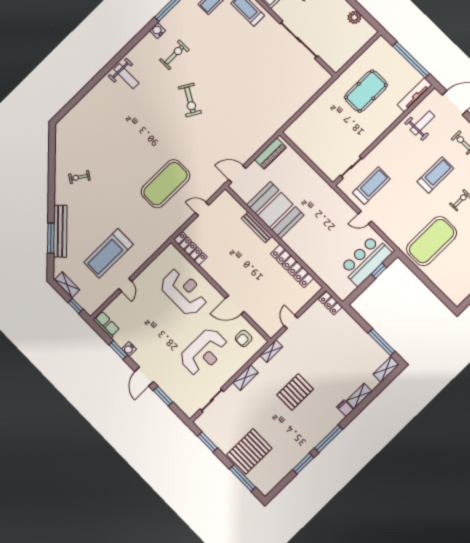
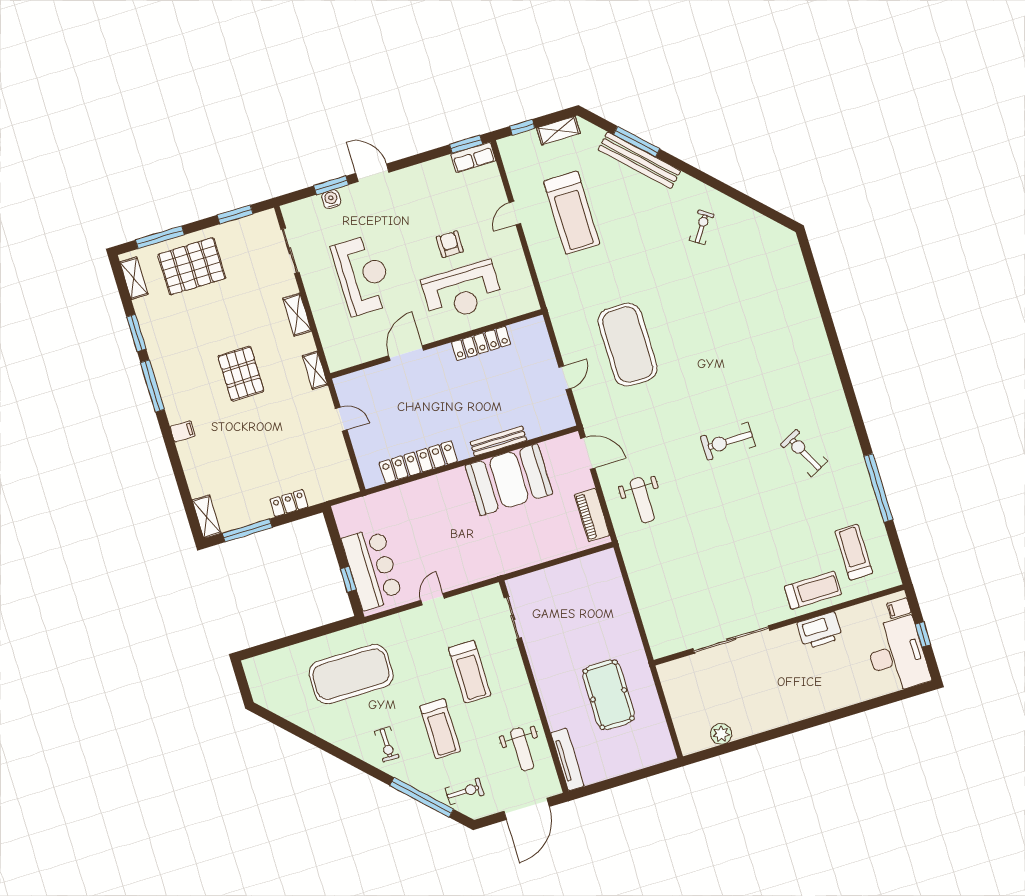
water cooler: (157, 31) -> (851, 447), removed
exercise bike: (174, 55) -> (804, 453), turned 153
window: (411, 60) -> (619, 781), removed
weight bench: (126, 76) -> (642, 500), moved, turned -90
exercise bike: (190, 100) -> (728, 441), turned -30
door: (237, 174) -> (588, 453), hinge flipped
treadmill: (371, 186) -> (470, 672), moved
exercise mat: (432, 241) -> (351, 674), turned 90
locker: (191, 248) -> (481, 343), moved
treadmill: (109, 253) -> (572, 213), turned 180
door: (125, 285) -> (515, 213), hinge flipped
locker: (330, 303) -> (289, 503), moved
armchair: (244, 338) -> (450, 244), moved
water cooler: (129, 349) -> (331, 199), moved
window: (118, 350) -> (466, 144), moved
reception desk: (204, 352) -> (363, 275), turned 180
shelving: (359, 396) -> (134, 278), moved
pallet: (249, 451) -> (192, 266), turned 90

